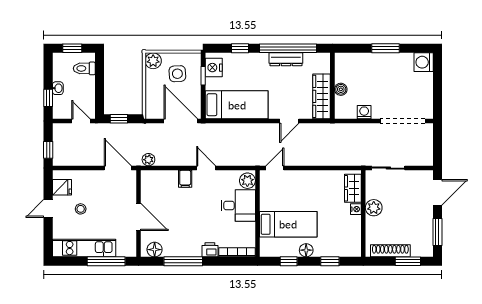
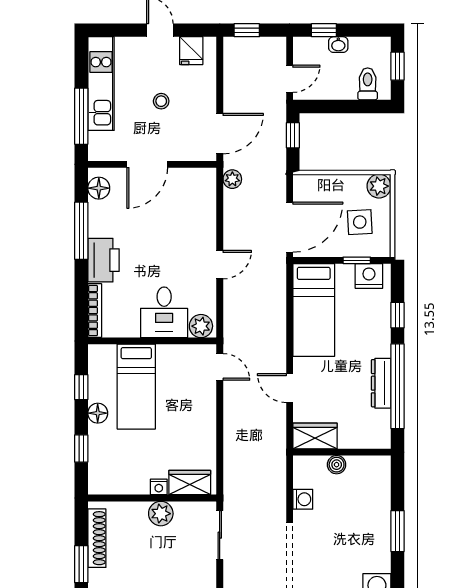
wardrobe: (322, 96) -> (315, 436), width x0.67
filing cabinet: (185, 179) -> (204, 234), removed
stool: (81, 209) -> (161, 101), moved
printer: (210, 250) -> (104, 260), width x1.87, depth x1.48

